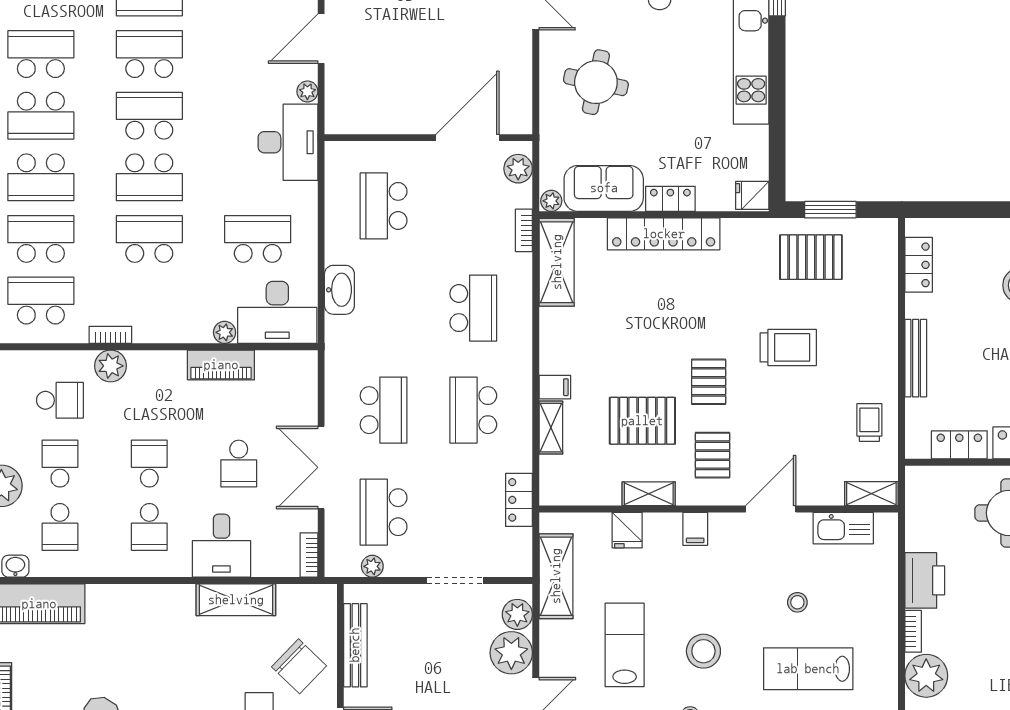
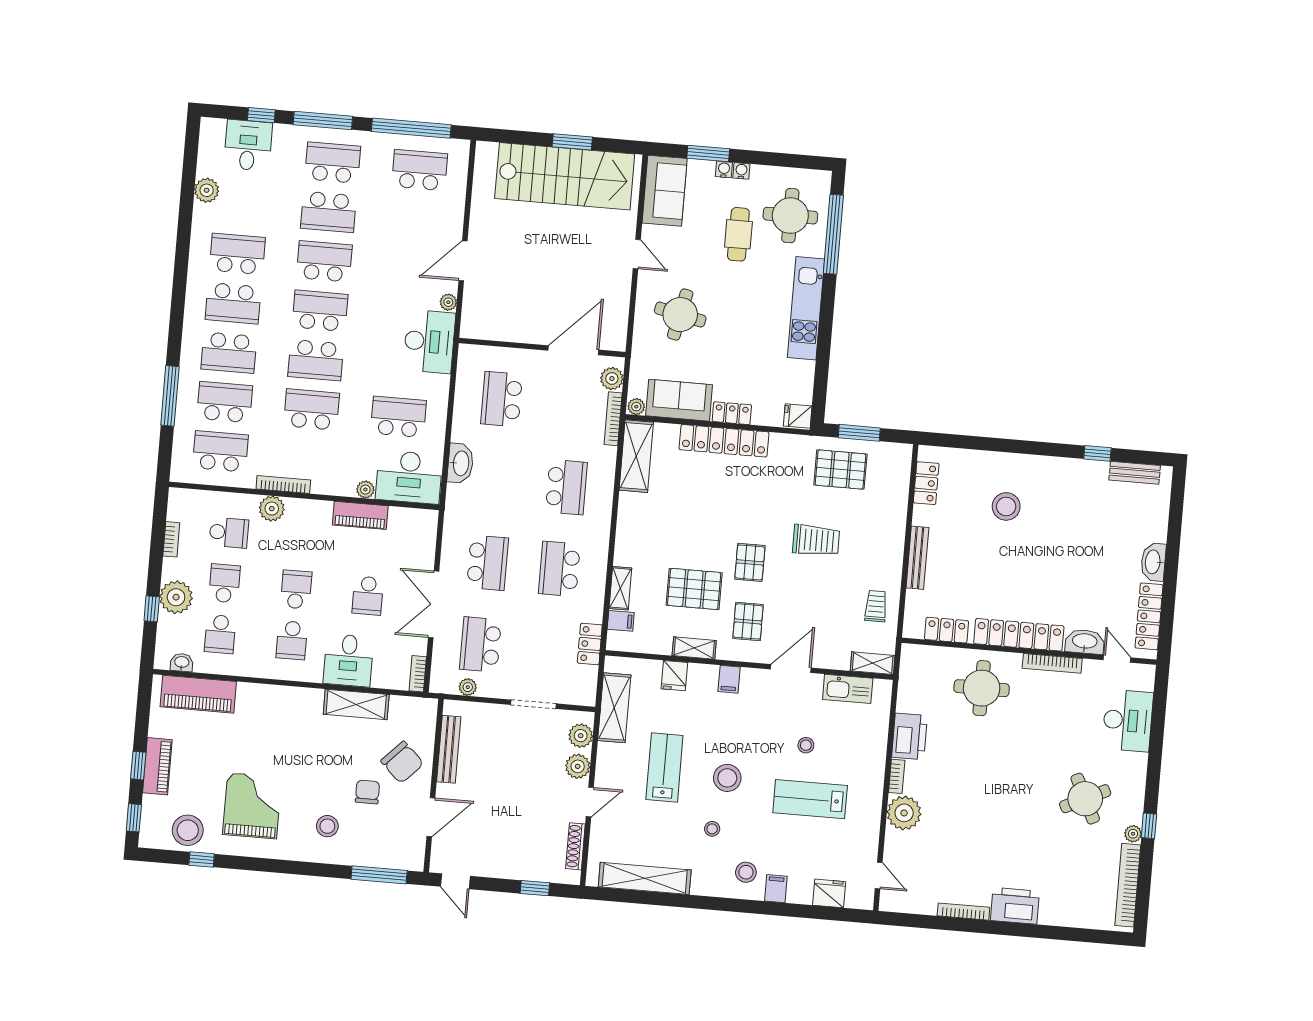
bookcase: (524, 230) -> (613, 419), width x1.56
bookcase: (110, 335) -> (283, 485), width x1.56
filing cabinet: (555, 387) -> (621, 621), moved
plant: (511, 653) -> (578, 766), width x0.73, depth x0.73

